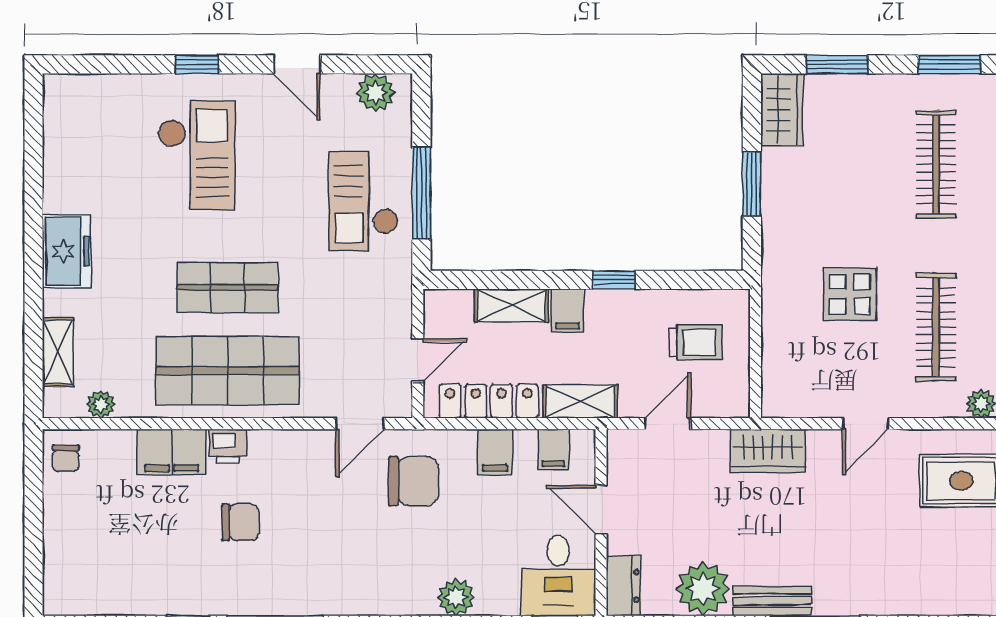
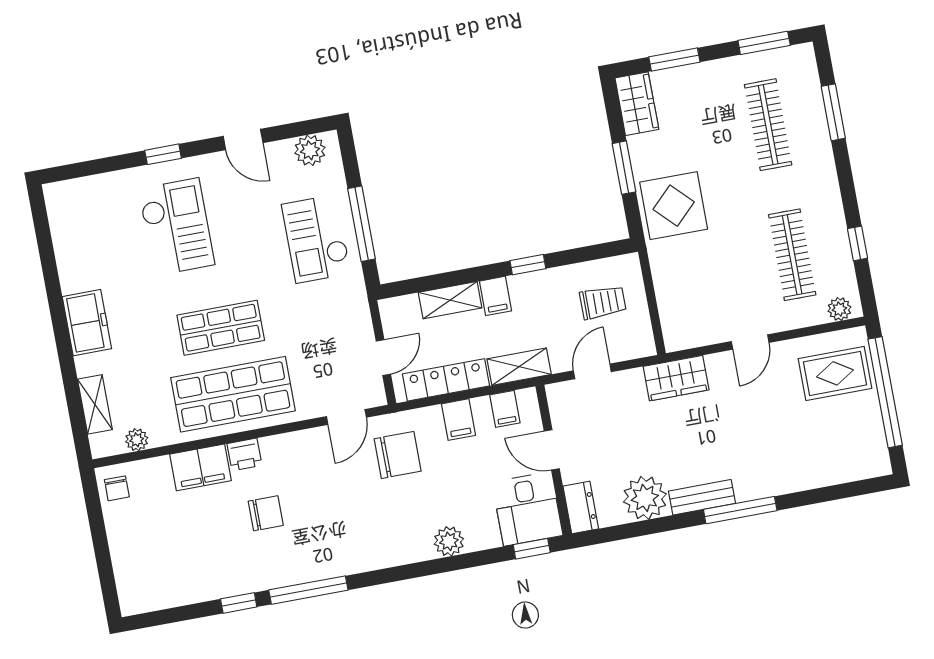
display table: (850, 294) -> (674, 206), moved, width x1.36, depth x1.36

